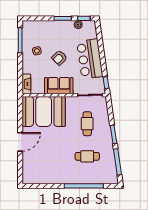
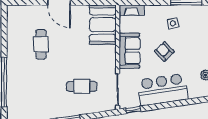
booth: (44, 111) -> (103, 25), width x0.73, depth x0.70
cafe table: (87, 156) -> (41, 44), moved

